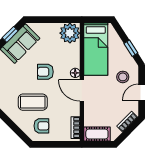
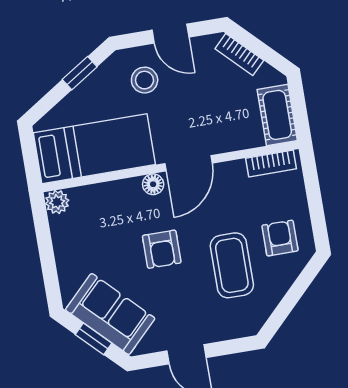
plant: (70, 33) -> (57, 202), width x0.53, depth x0.53

